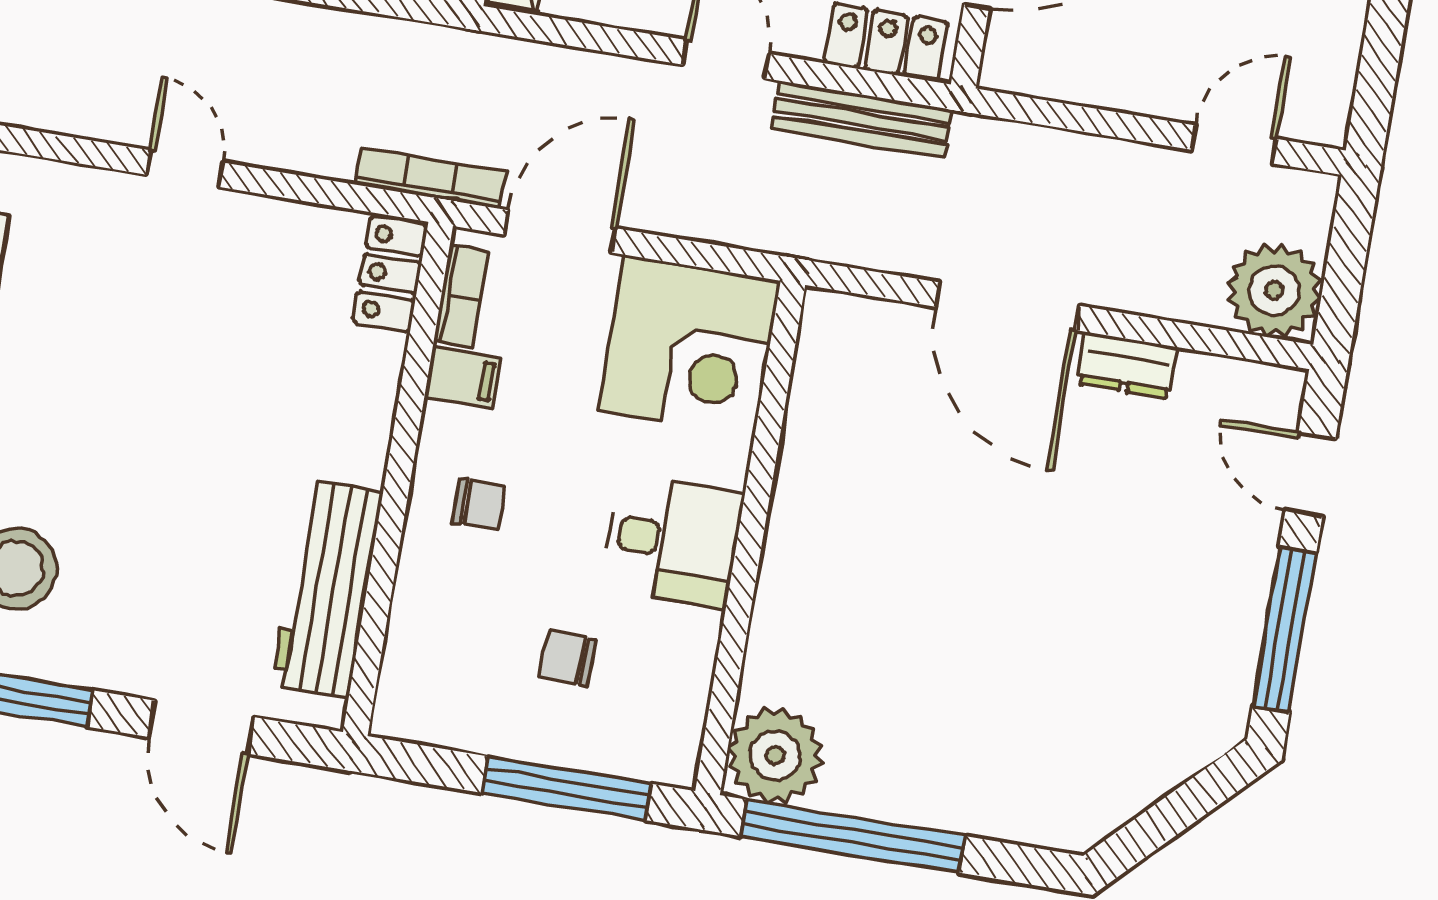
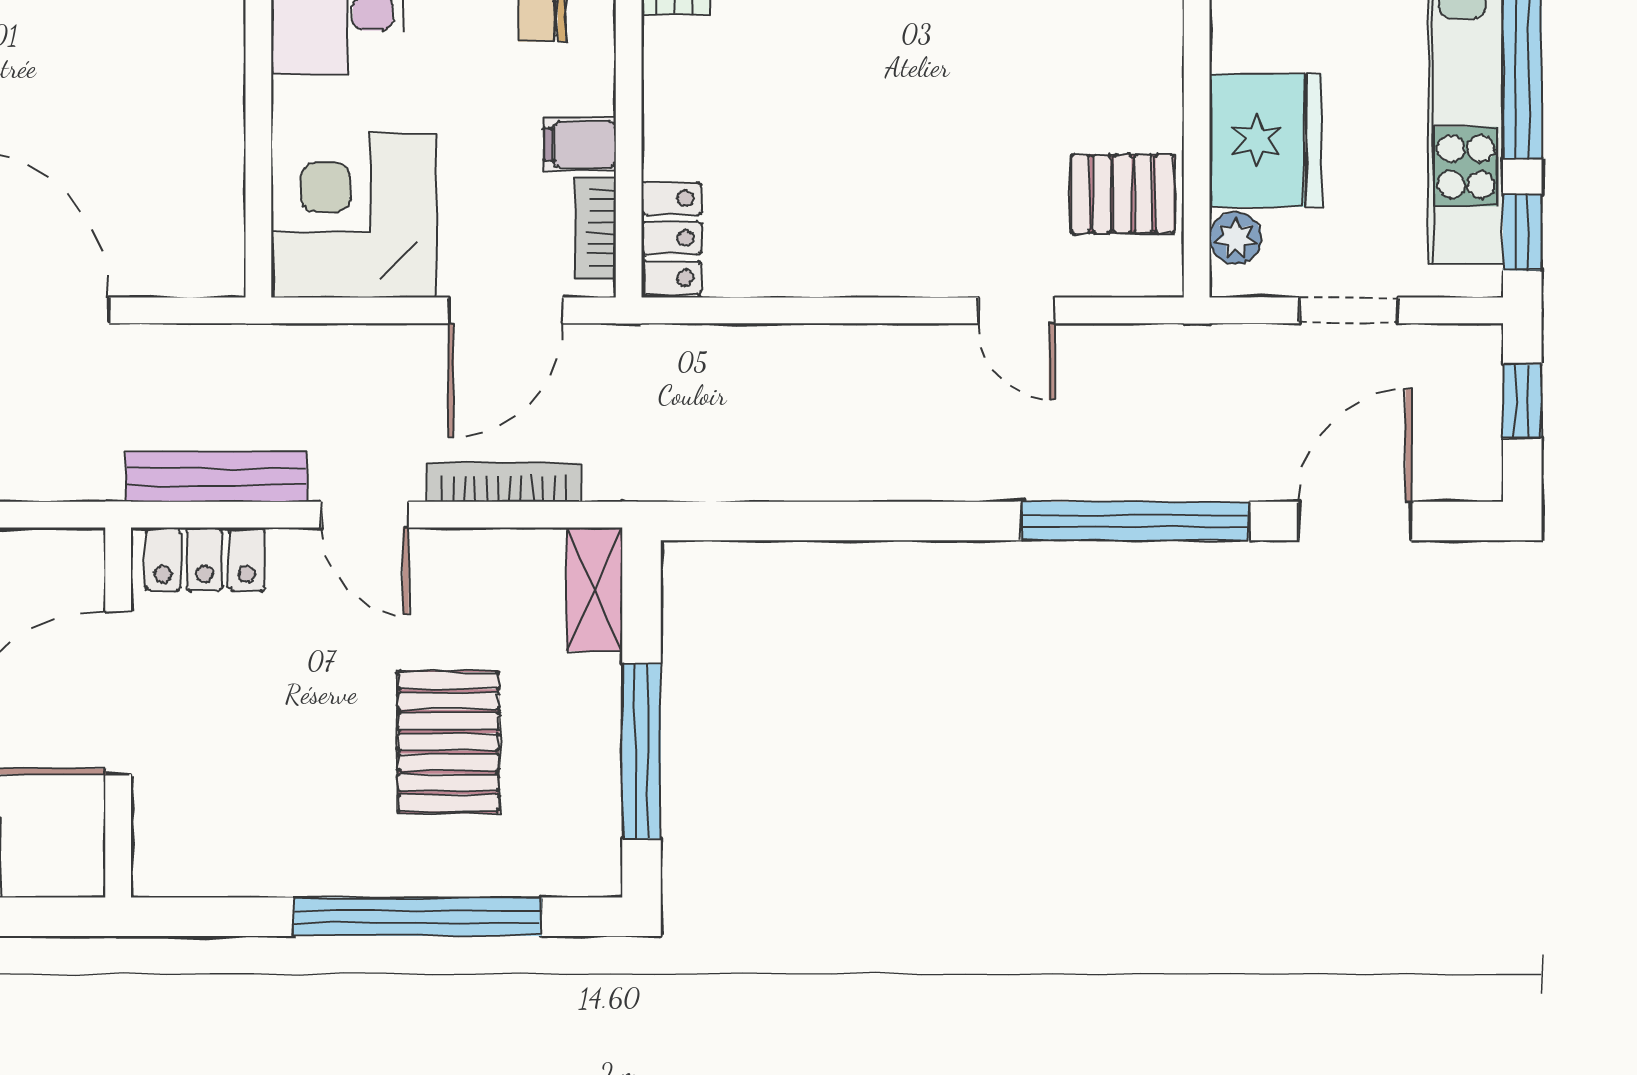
door: (185, 169) -> (1016, 310), moved
bookcase: (430, 178) -> (504, 482), moved, turned 180

